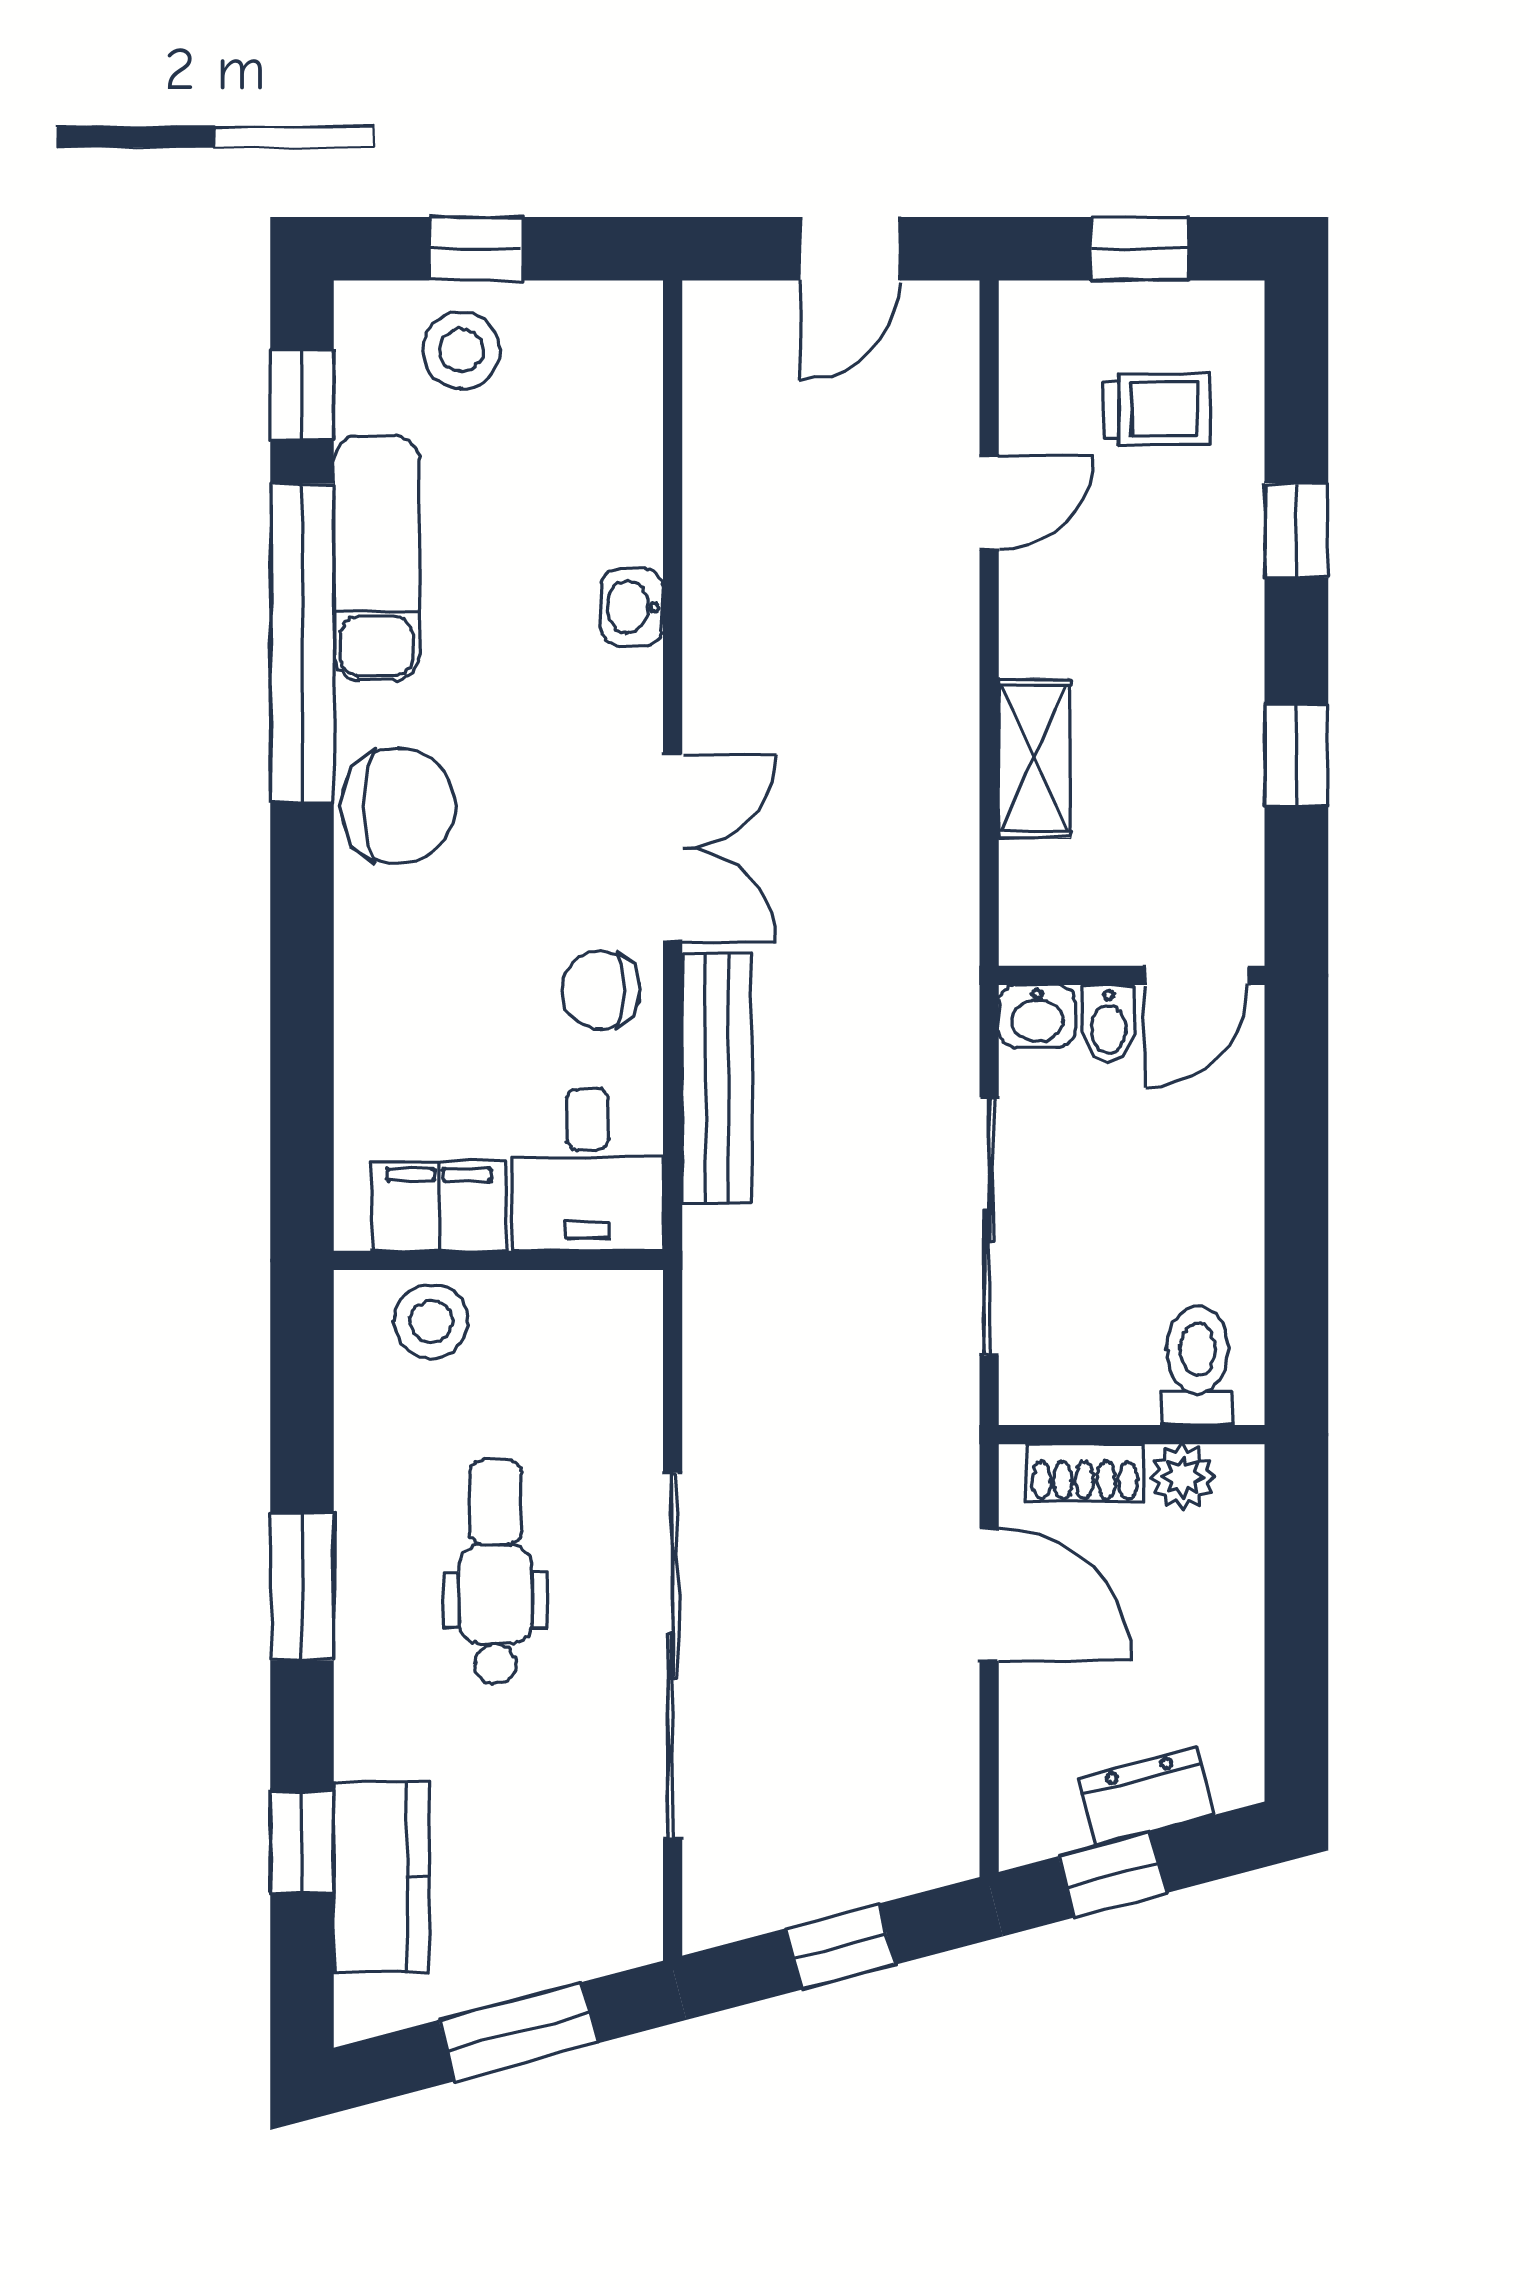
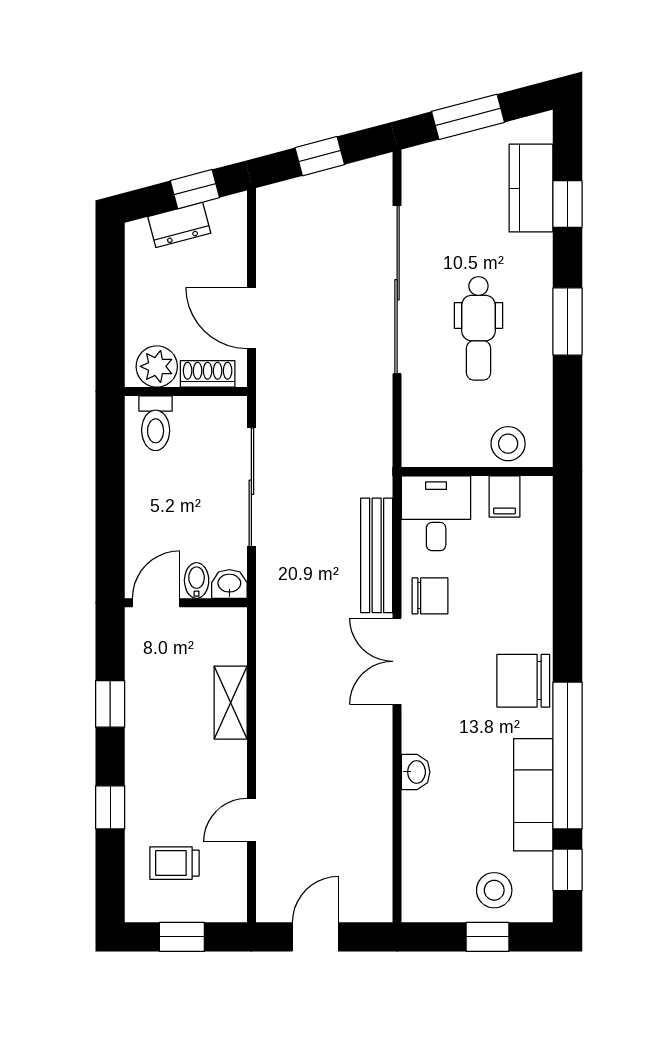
filing cabinet: (439, 1206) -> (504, 497), width x0.50
plant: (1183, 1477) -> (157, 366), width x1.38, depth x1.38

